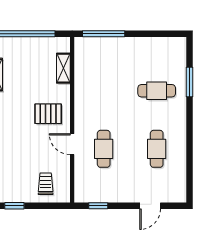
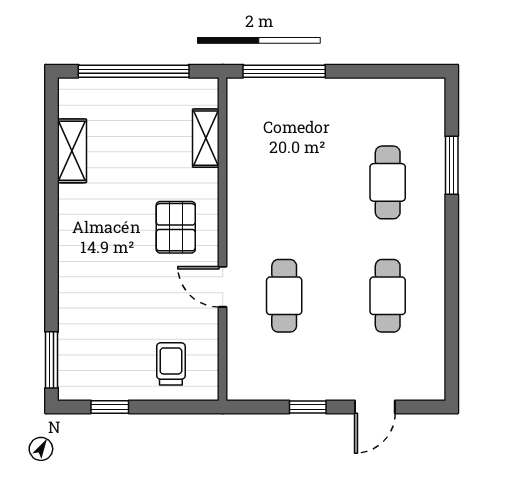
cafe table: (157, 91) -> (388, 182), turned 90
pallet: (48, 114) -> (176, 227), turned 90
window: (98, 206) -> (308, 407), moved

